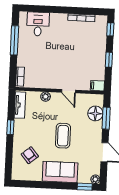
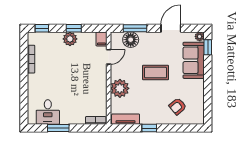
desk: (38, 24) -> (48, 112), moved, turned -90
window: (14, 40) -> (58, 128), width x0.69
plant: (99, 56) -> (70, 39), added
door: (69, 91) -> (109, 57), moved
plant: (46, 97) -> (120, 88), width x1.87, depth x1.87
sofa: (60, 172) -> (194, 60), moved

